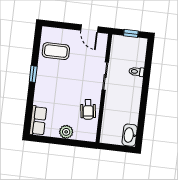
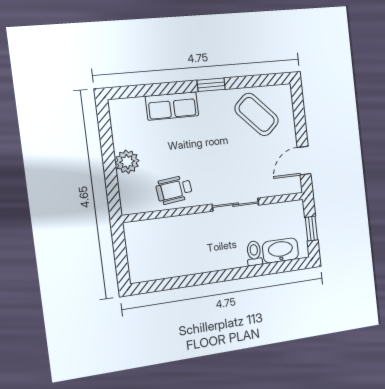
coffee table: (56, 51) -> (257, 114), turned -43
row of seats: (38, 121) -> (172, 106), moved
washbasin: (130, 135) -> (281, 250), moved

